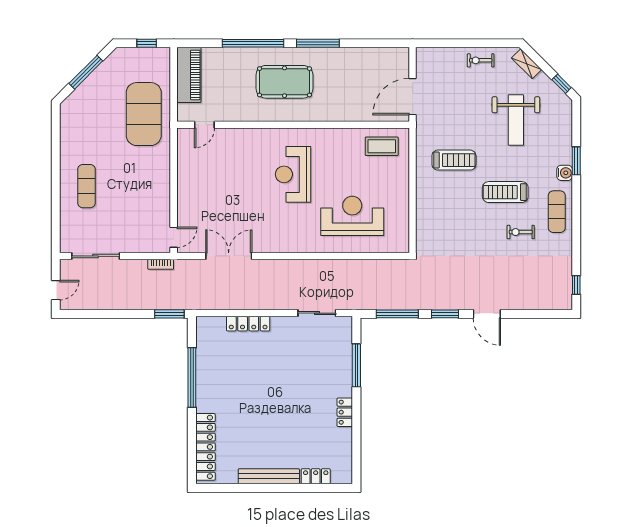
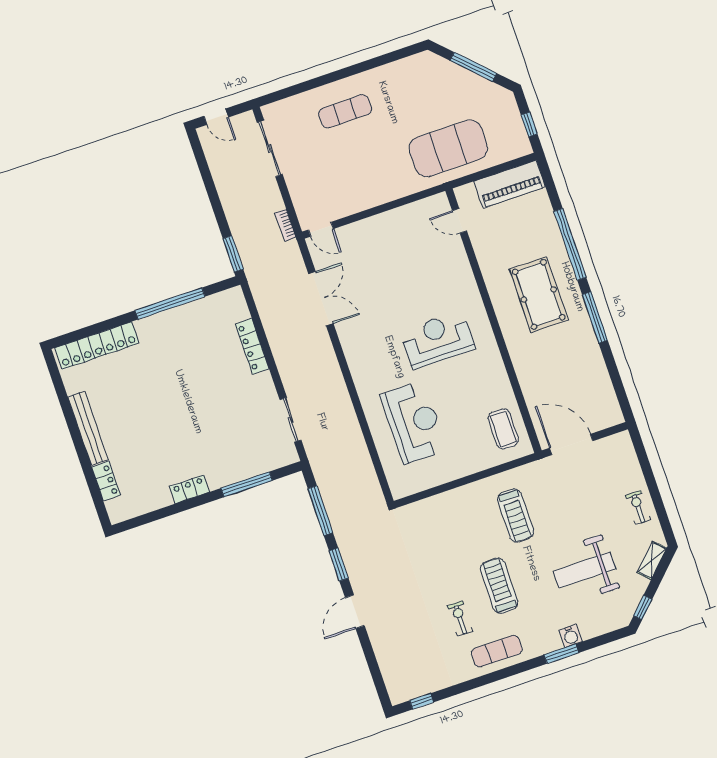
water cooler: (565, 173) -> (571, 636), moved

